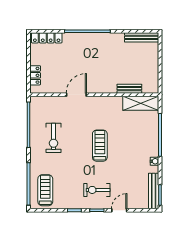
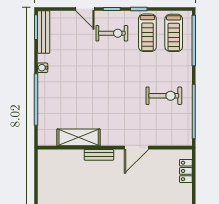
bench: (129, 89) -> (99, 155), moved
shelving: (141, 103) -> (79, 137), moved
exercise bike: (54, 138) -> (164, 96), turned 90
treadmill: (100, 146) -> (147, 33), moved
door: (119, 210) -> (85, 9), hinge flipped

